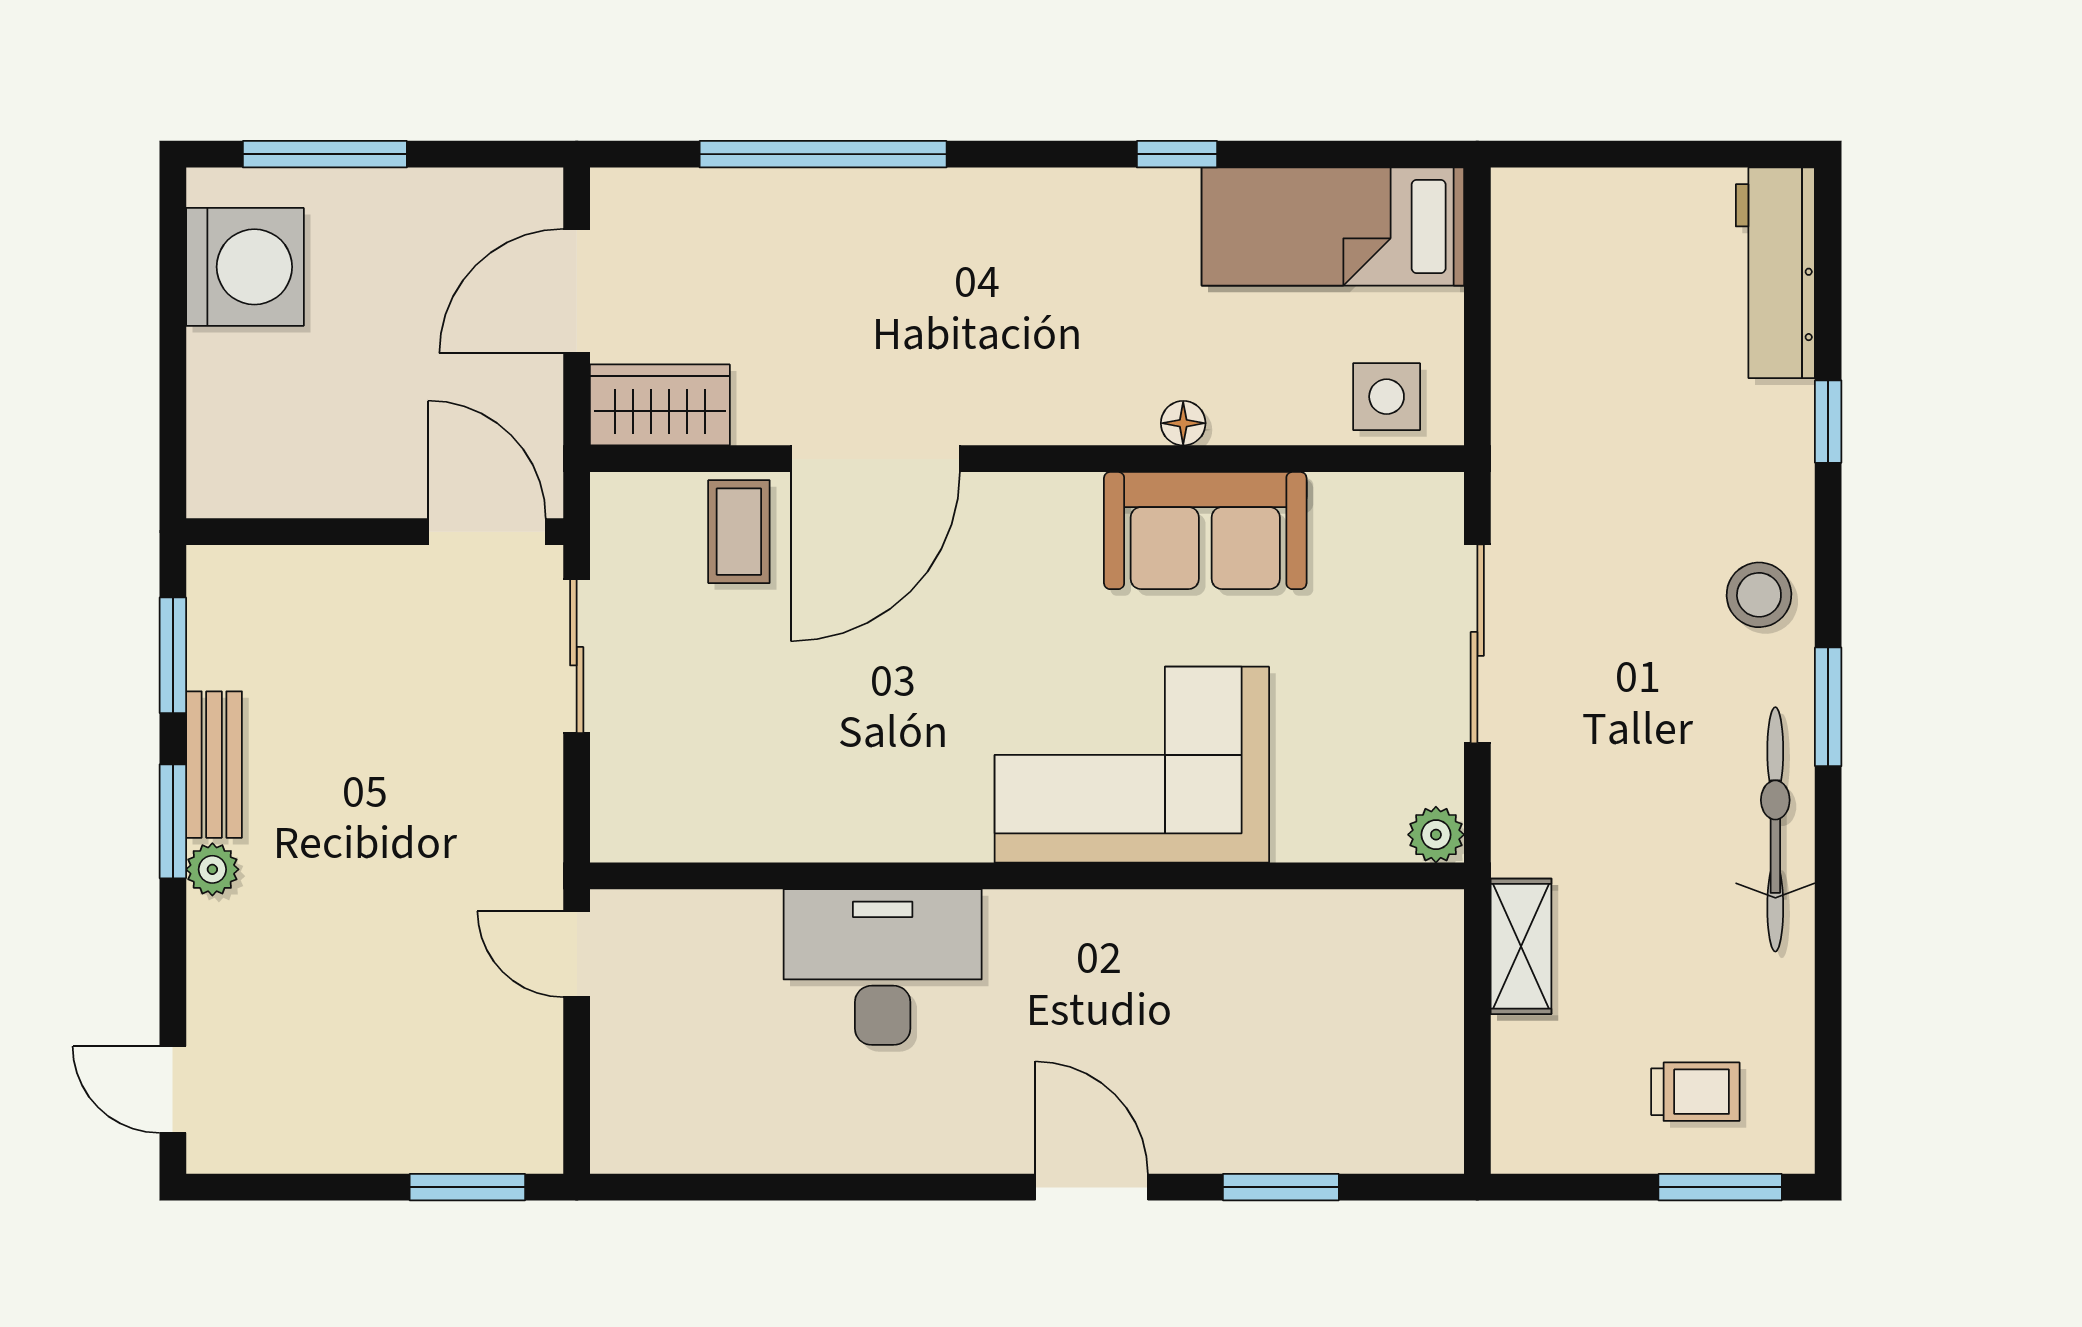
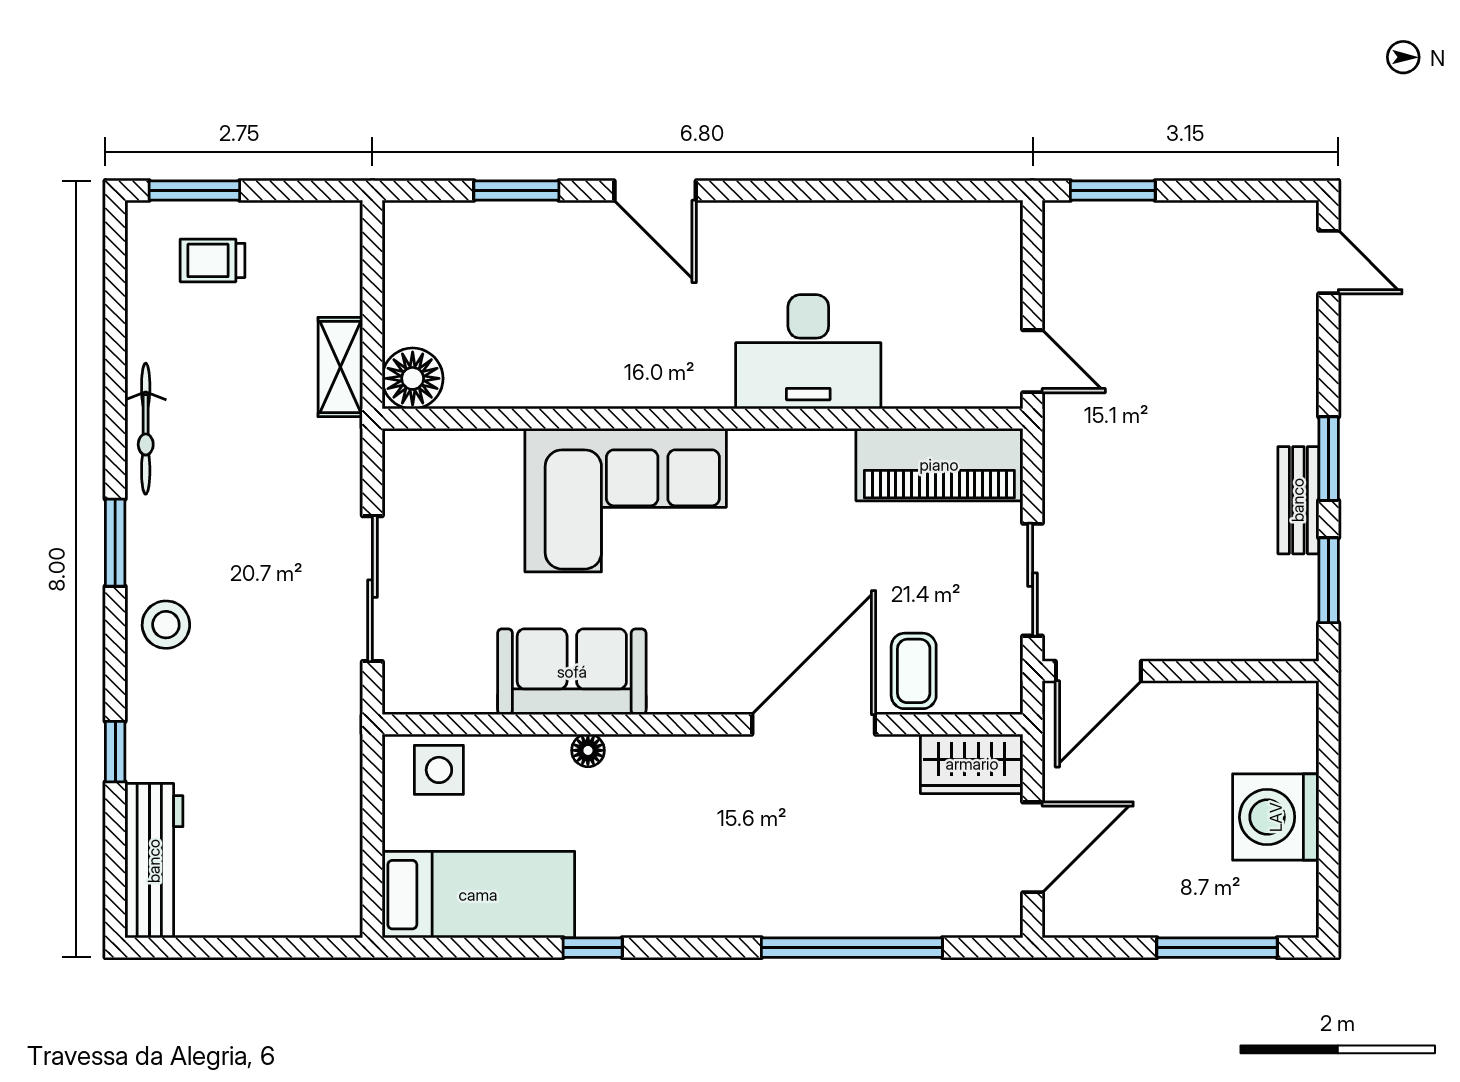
washing machine: (245, 267) -> (1276, 817), moved
door: (487, 532) -> (1098, 671), hinge flipped
piano: (704, 813) -> (939, 465), added
bicycle: (1775, 829) -> (146, 429), width x0.73, depth x0.71
plant: (1436, 835) -> (403, 449), removed
plant: (212, 869) -> (1300, 423), removed
floor lamp: (1422, 931) -> (413, 378), added

